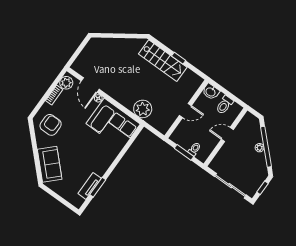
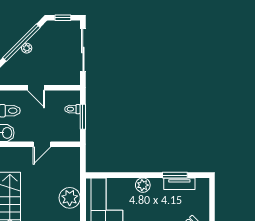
plant: (143, 109) -> (70, 198), moved
door: (185, 110) -> (42, 144), swing flipped
plant: (107, 160) -> (143, 185), added

